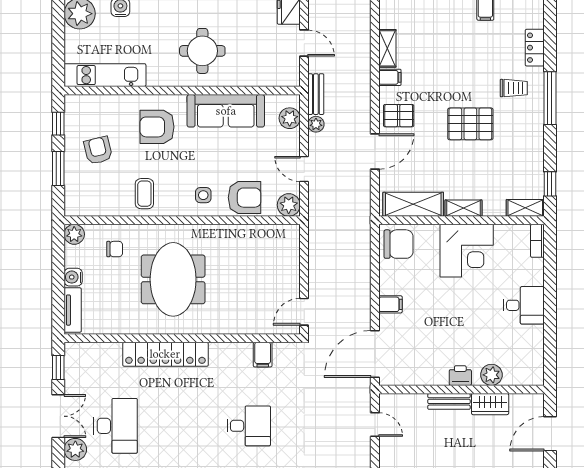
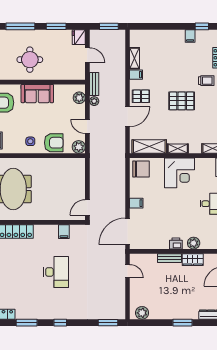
sofa: (226, 111) -> (37, 94), width x0.73
desk: (249, 426) -> (56, 272), width x1.37

